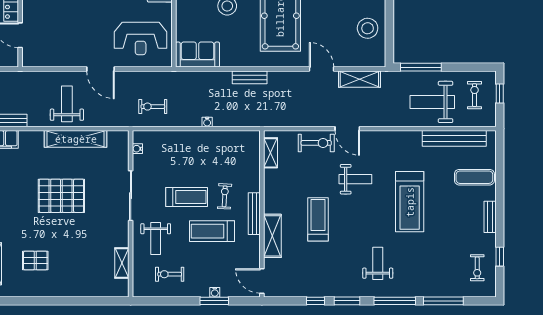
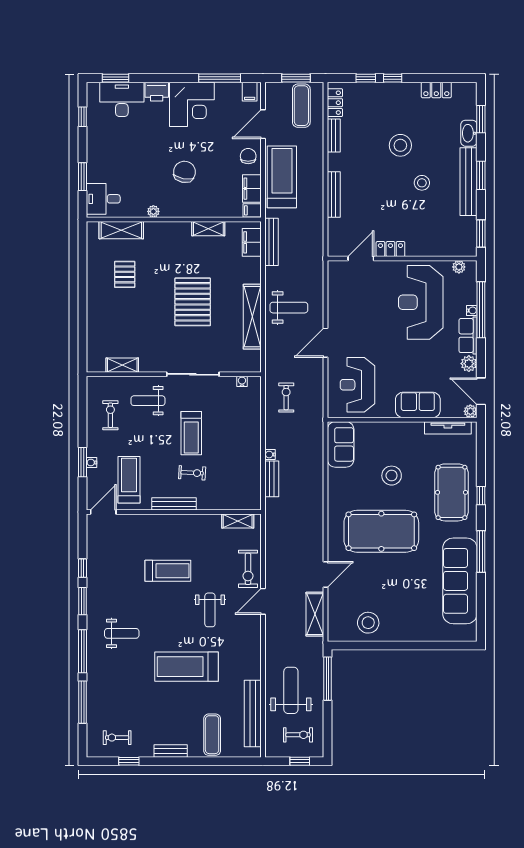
bench: (250, 77) -> (272, 479), moved
treadmill: (212, 231) -> (129, 480), moved
shelving: (272, 236) -> (151, 523), removed

